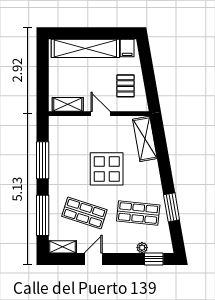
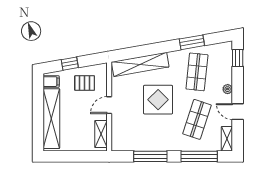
window: (147, 69) -> (70, 64), added
shelving: (145, 139) -> (140, 64), width x1.47
plant: (142, 248) -> (228, 89), moved

